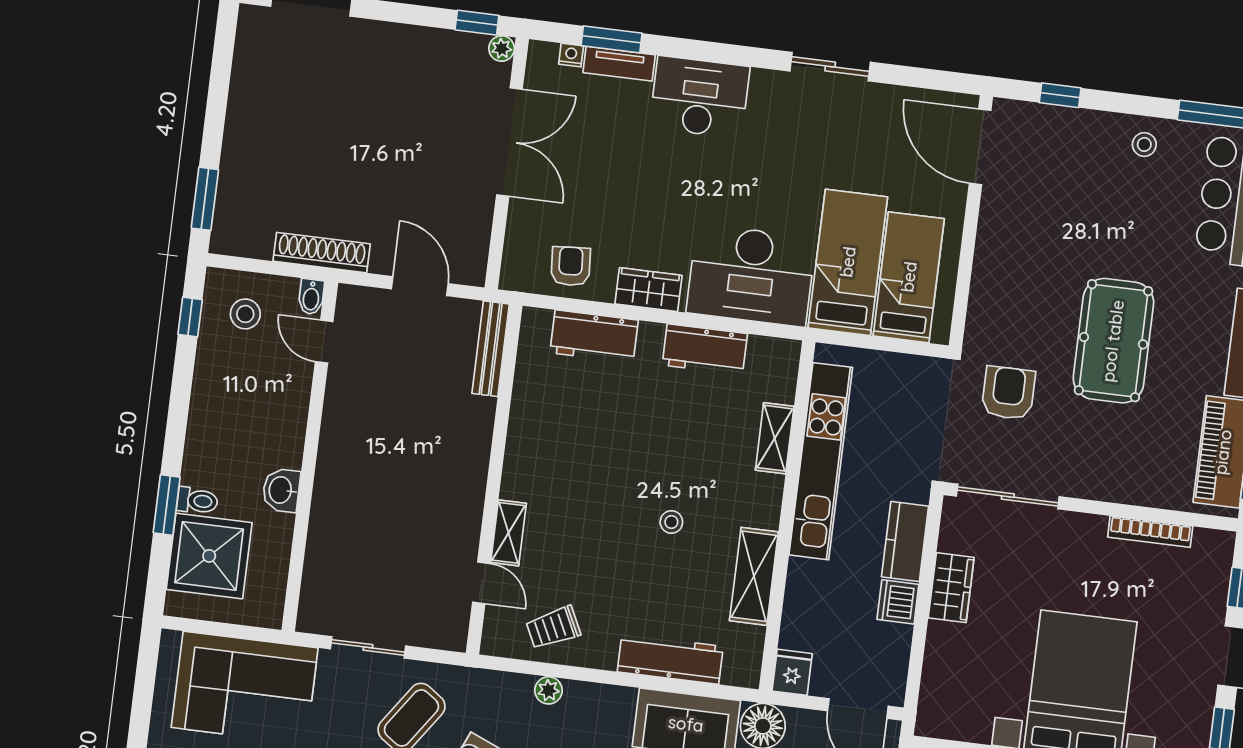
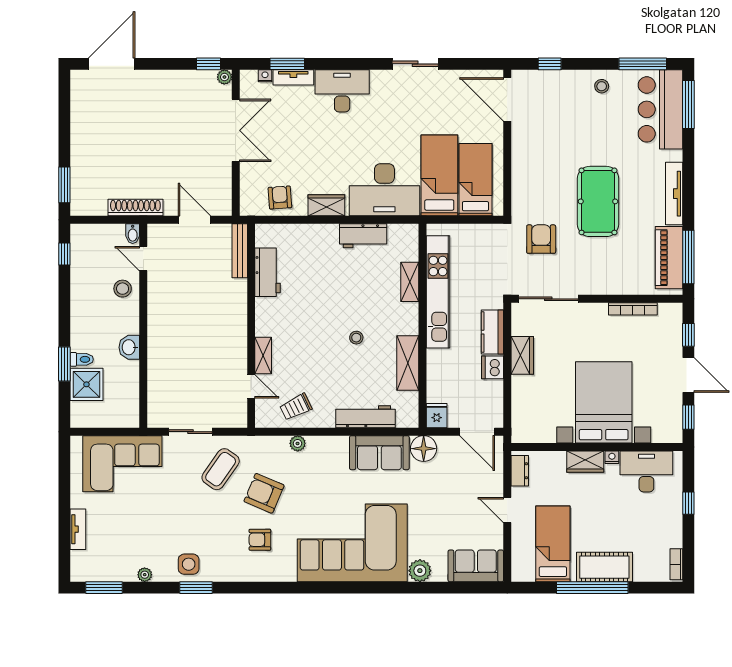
stool: (245, 314) -> (123, 289), moved
workbench: (594, 336) -> (268, 272), moved, turned -90
shower: (209, 556) -> (86, 384), width x0.73, depth x0.73

